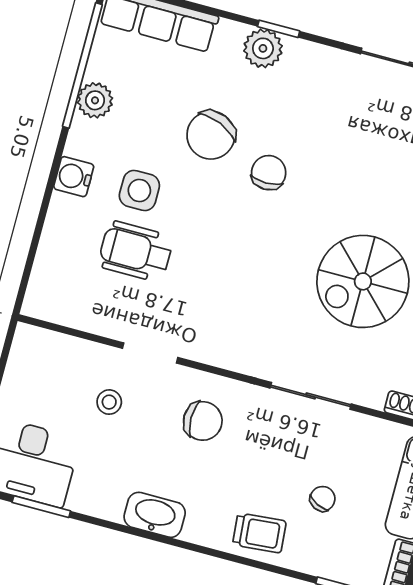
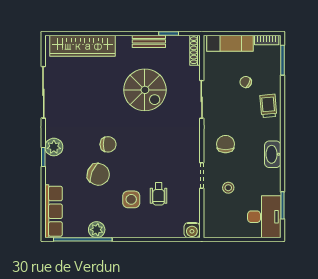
plant: (263, 48) -> (54, 147), moved
chair: (269, 173) -> (108, 144), turned 180
water cooler: (74, 177) -> (192, 230), moved
wheelchair: (136, 251) -> (159, 194), width x0.73, depth x0.73

